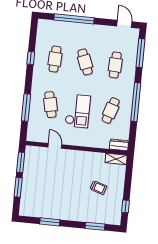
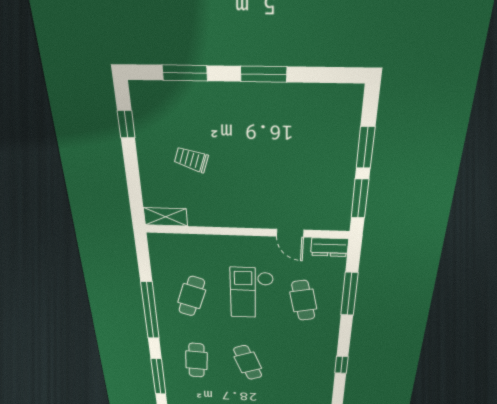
cafe table: (55, 59) -> (300, 365), removed
dresser: (119, 145) -> (330, 247), moved
window: (50, 222) -> (264, 74), moved

